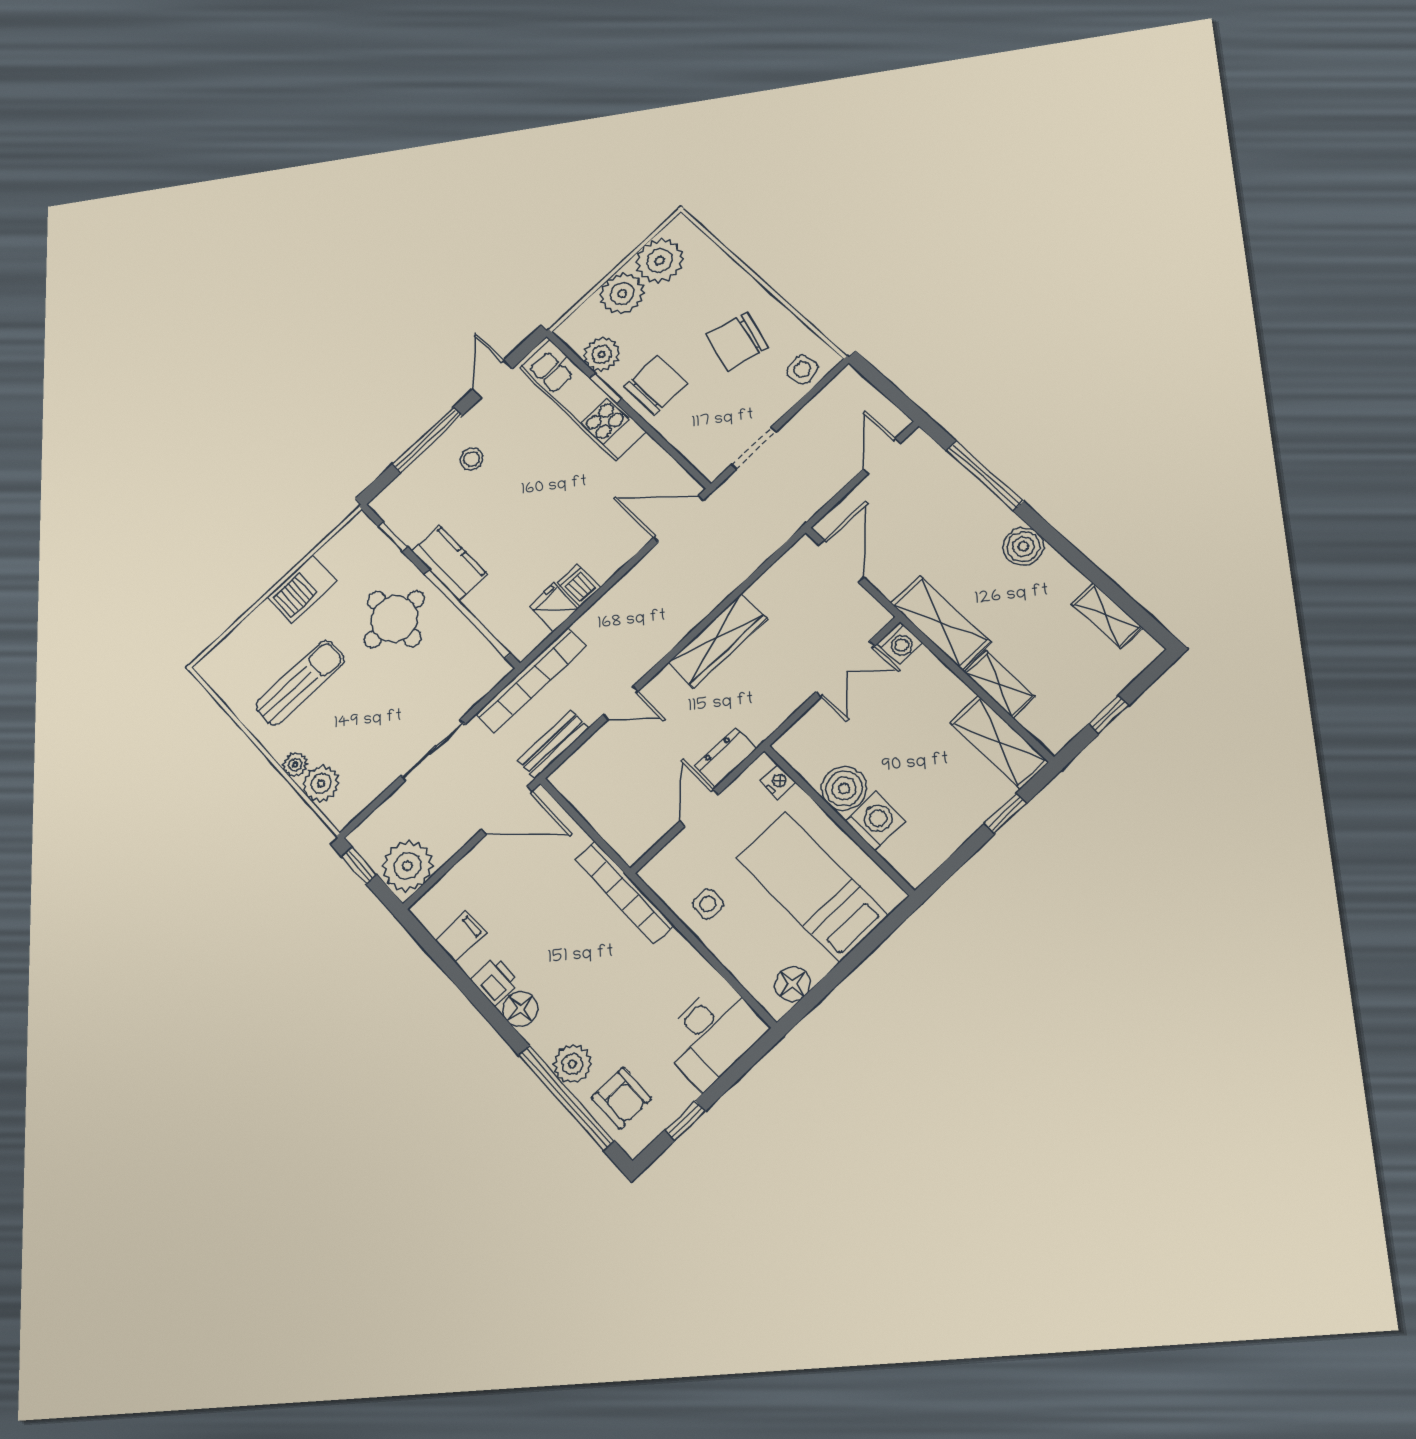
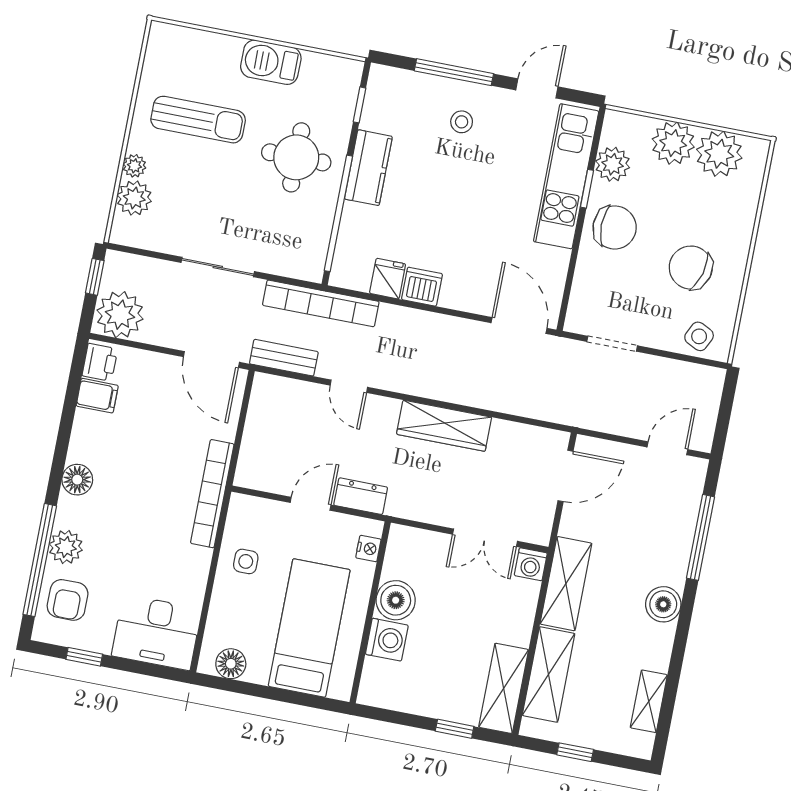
side table: (802, 370) -> (699, 336), turned 36
dishwasher: (579, 585) -> (422, 287), width x1.38
shelving: (999, 684) -> (549, 674), width x1.50, depth x1.33
printer: (495, 981) -> (100, 362), moved

